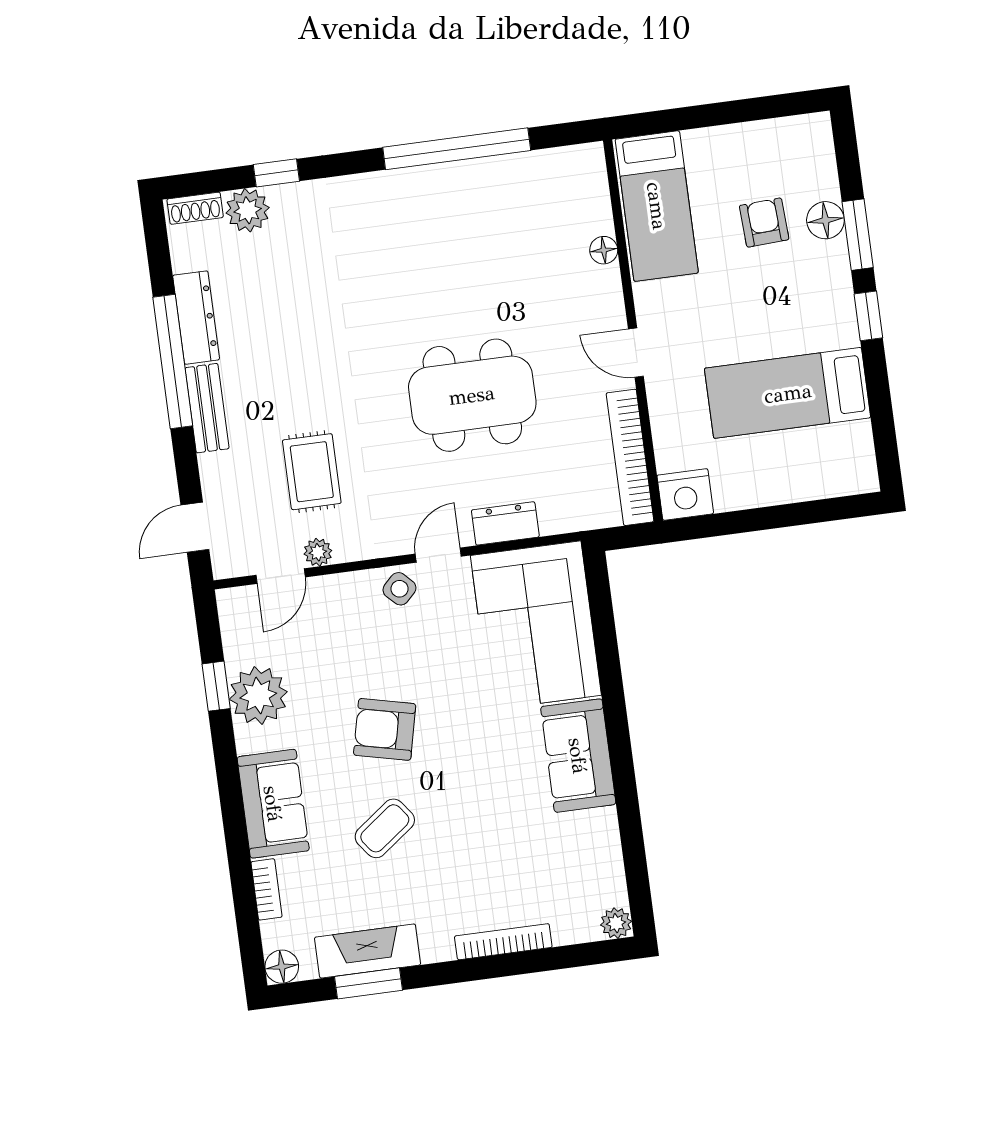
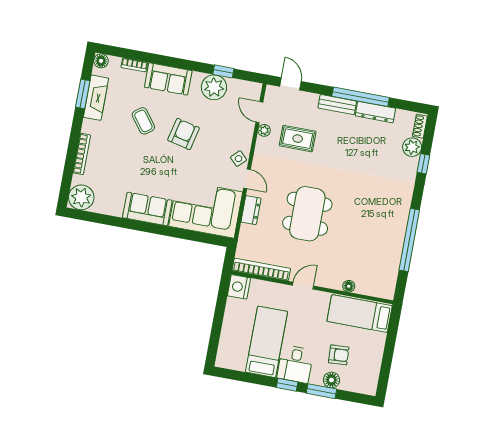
desk: (816, 313) -> (295, 364), added
plant: (616, 923) -> (81, 197), width x1.88, depth x1.88

